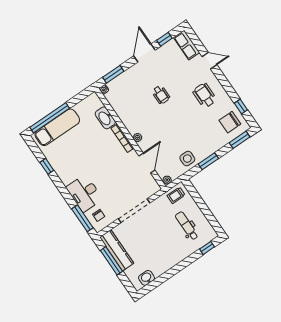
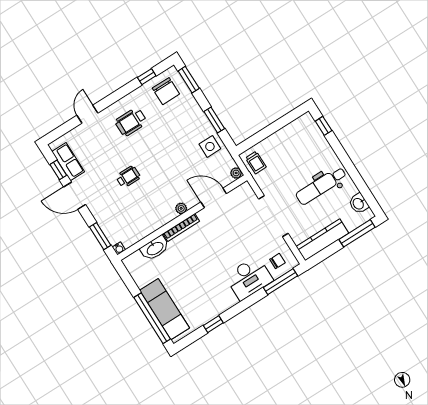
row of seats: (187, 45) -> (68, 162), moved, turned -90
dental chair: (187, 226) -> (321, 186), moved, width x1.36, depth x1.38
window: (111, 261) -> (357, 233), moved

